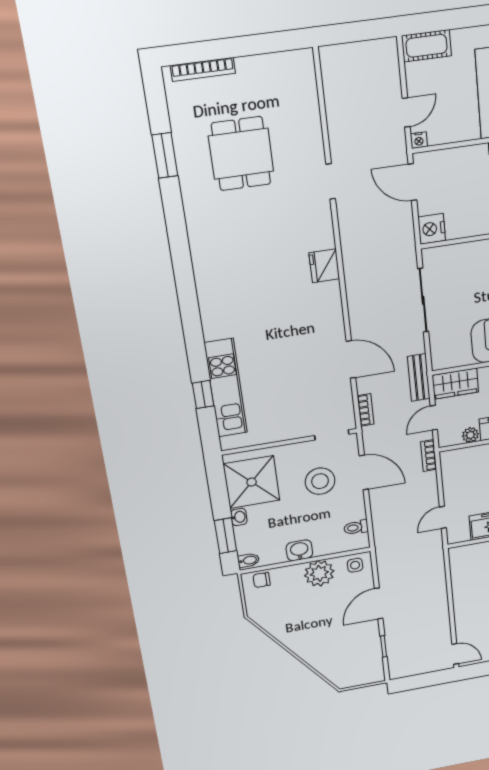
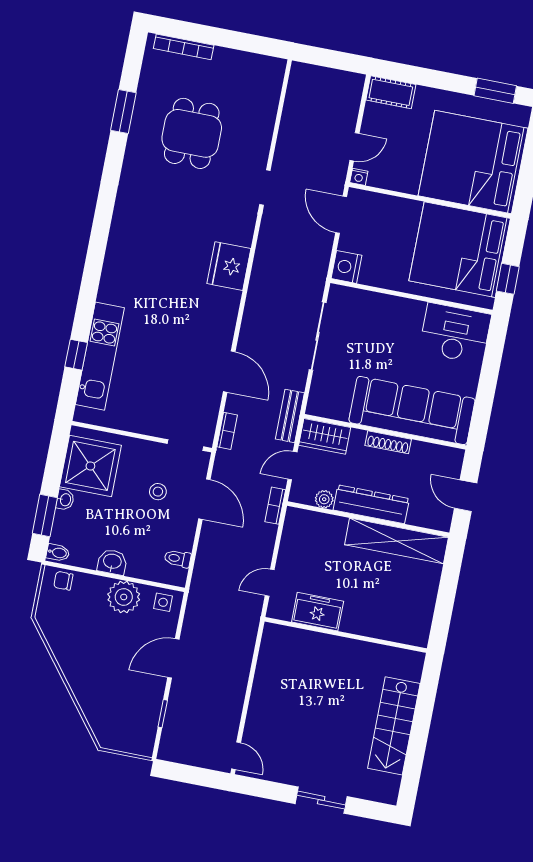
fridge: (324, 266) -> (229, 266), width x1.36, depth x1.34
stool: (320, 481) -> (158, 492), width x0.53, depth x0.53

